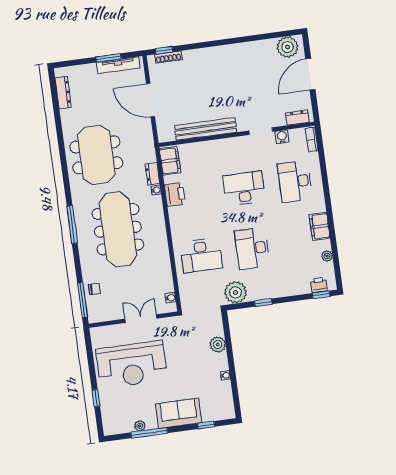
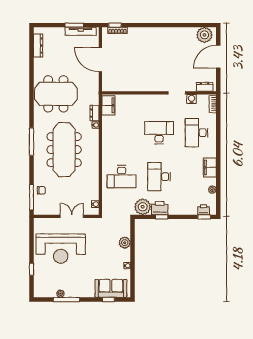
bench: (206, 129) -> (137, 86), removed
meeting table: (96, 155) -> (56, 94), turned 90
printer: (175, 194) -> (160, 208), moved, turned -90
sofa: (179, 413) -> (111, 288), moved

